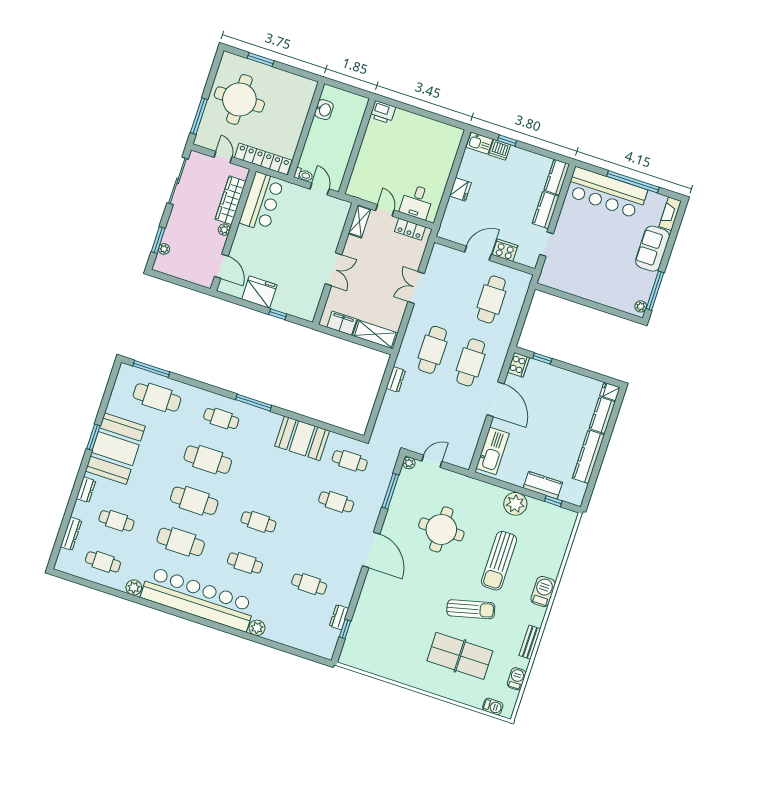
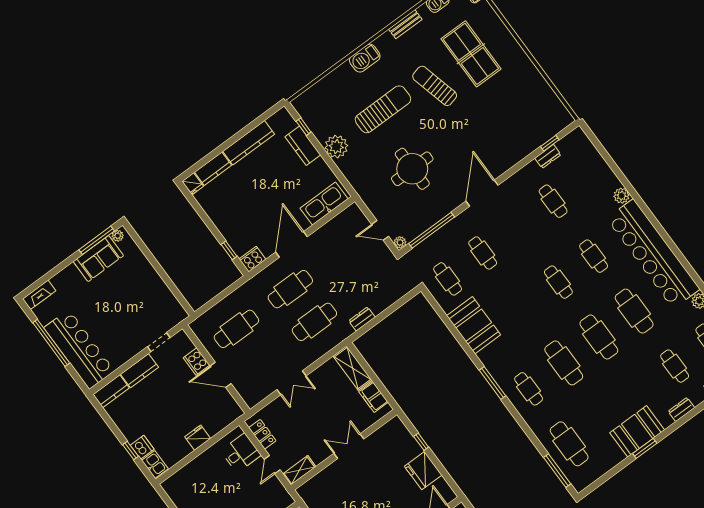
sofa: (652, 249) -> (98, 259), moved
booth: (115, 449) -> (637, 431), width x0.73, depth x0.70
window: (390, 491) -> (432, 230), width x1.46

